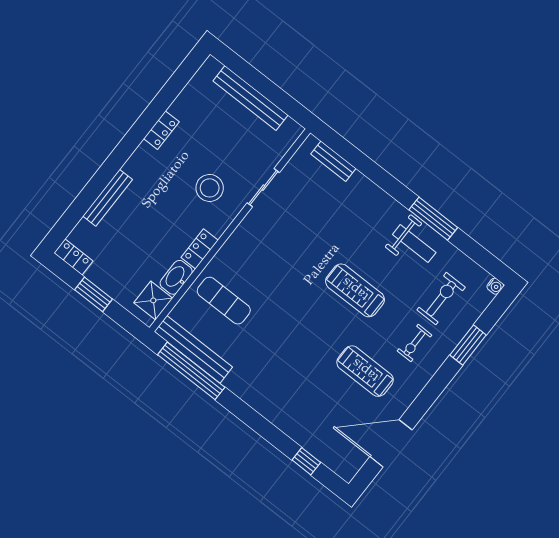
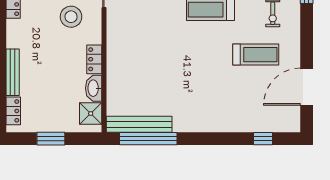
locker: (73, 257) -> (13, 111), moved, turned 90
exercise mat: (224, 301) -> (134, 79), removed
treadmill: (365, 371) -> (256, 55), turned 180

